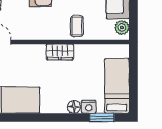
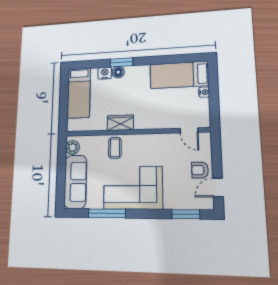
wardrobe: (60, 52) -> (120, 123), moved
window: (102, 117) -> (122, 62), moved

